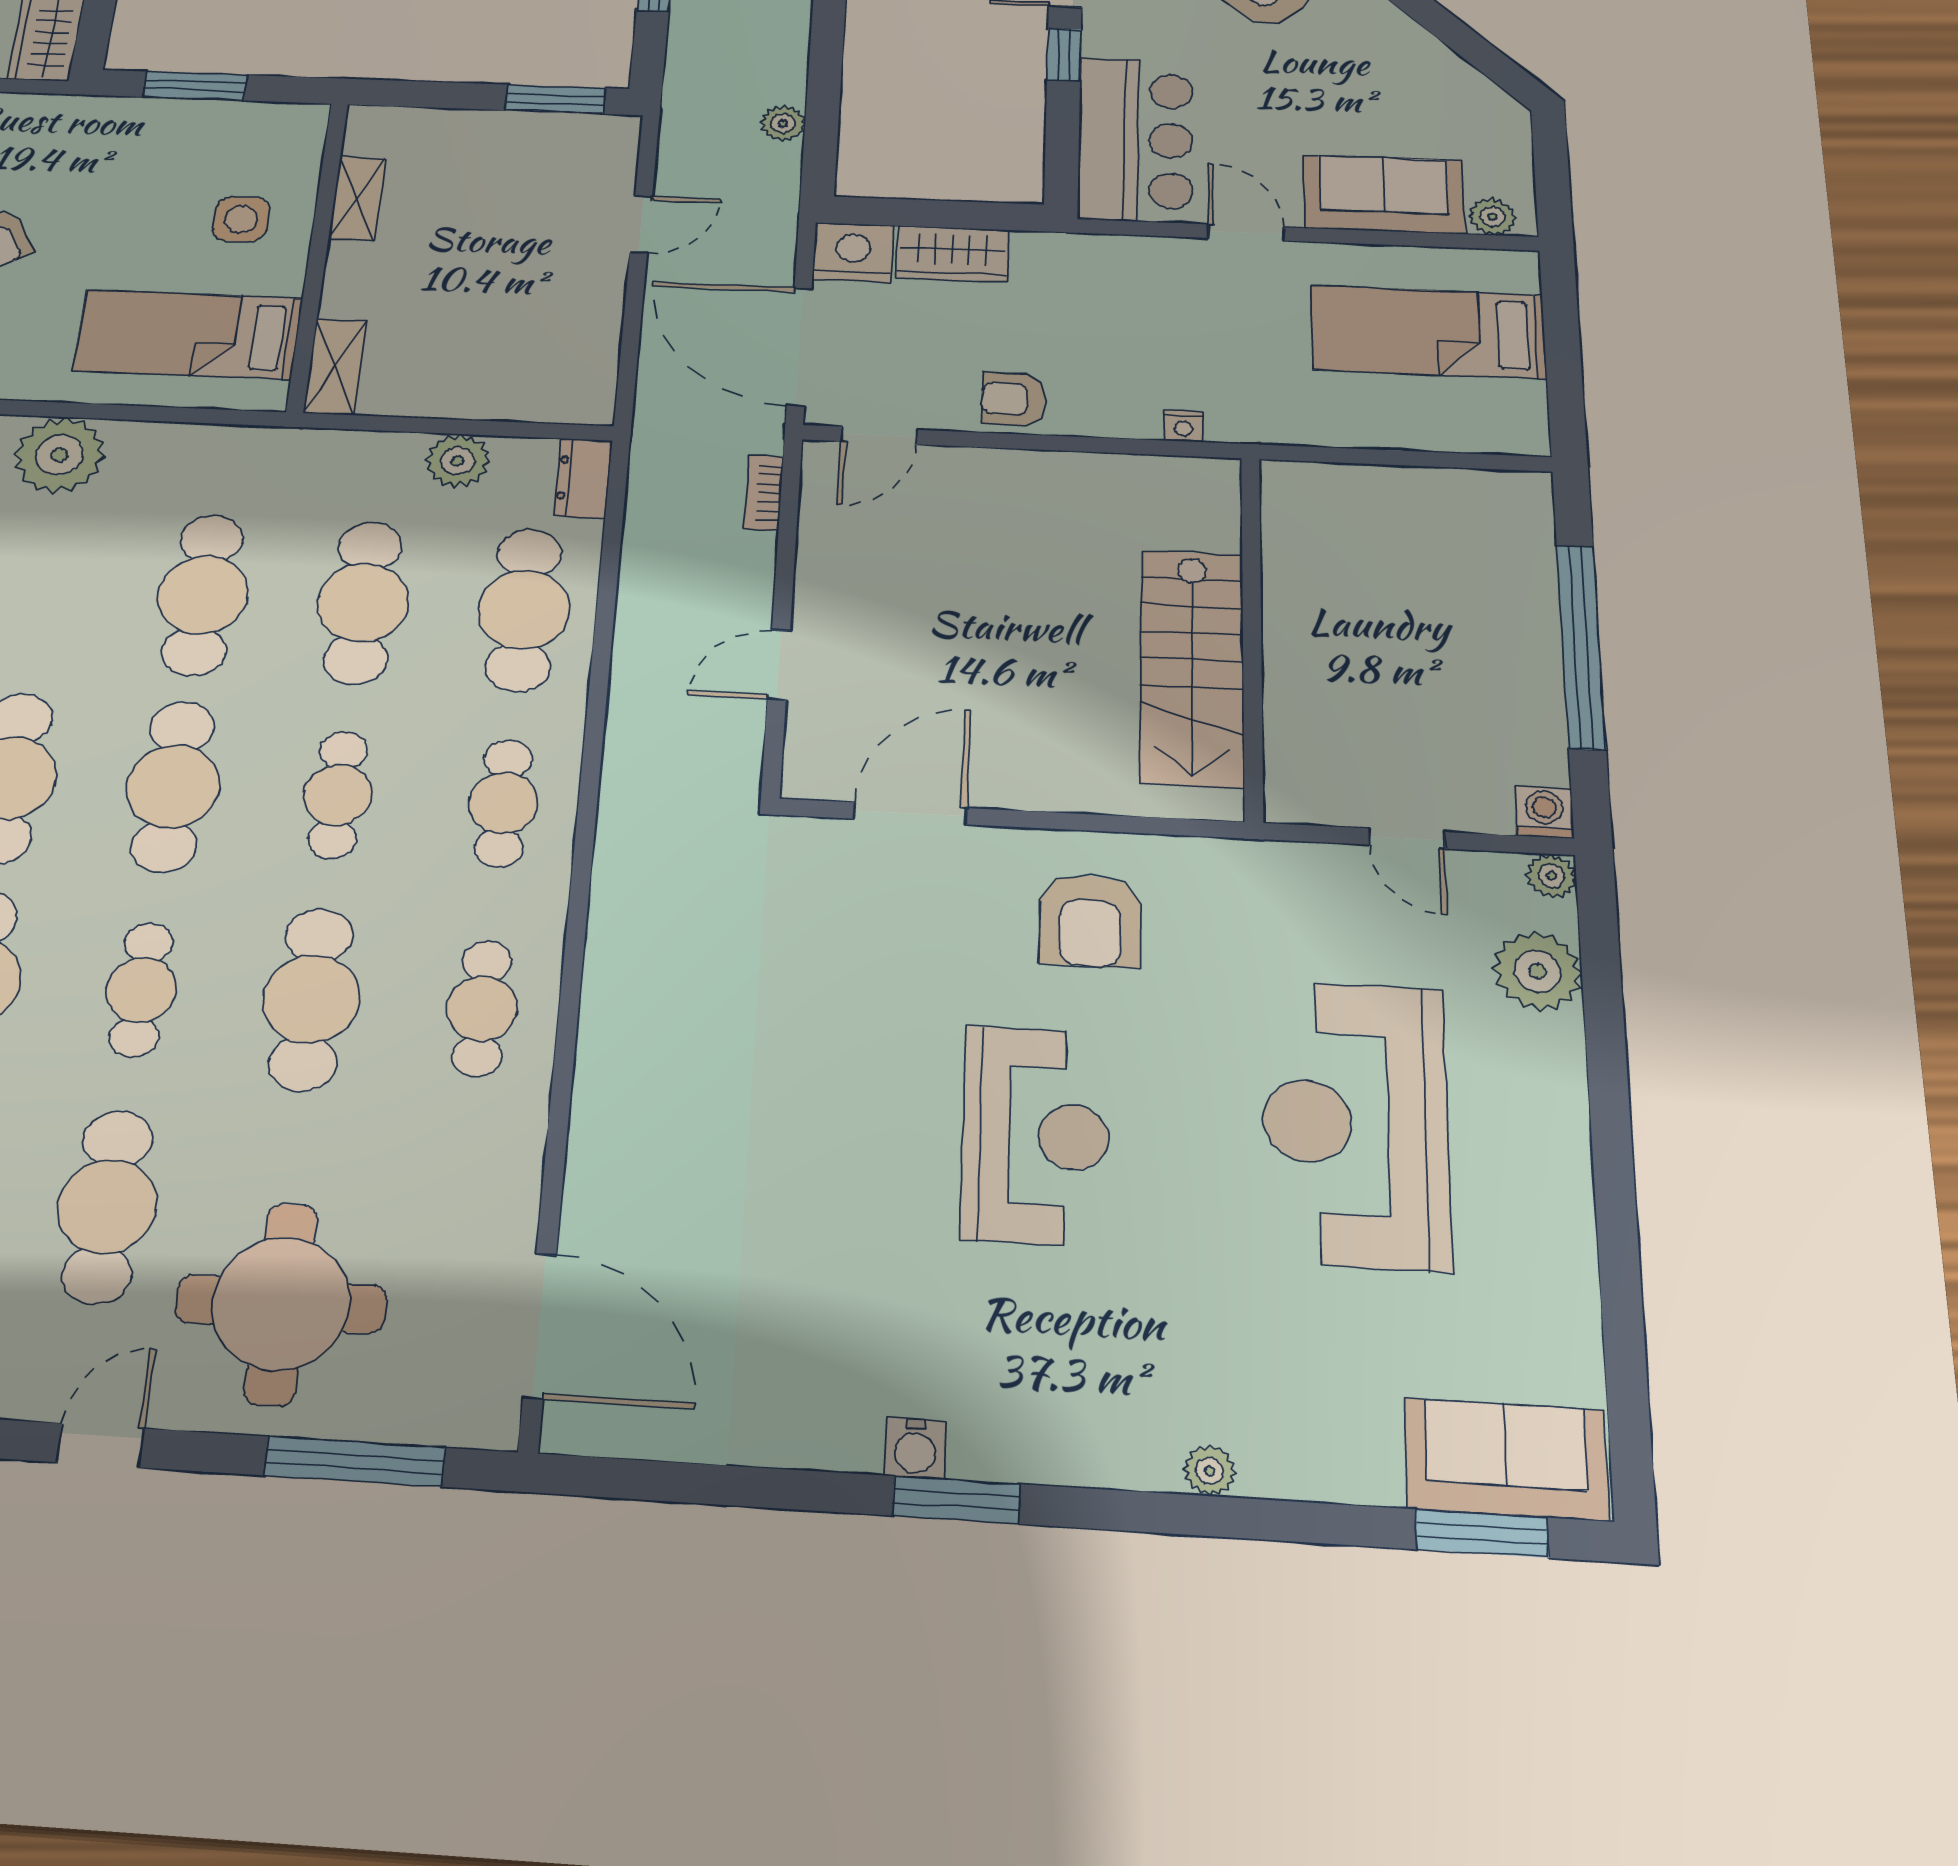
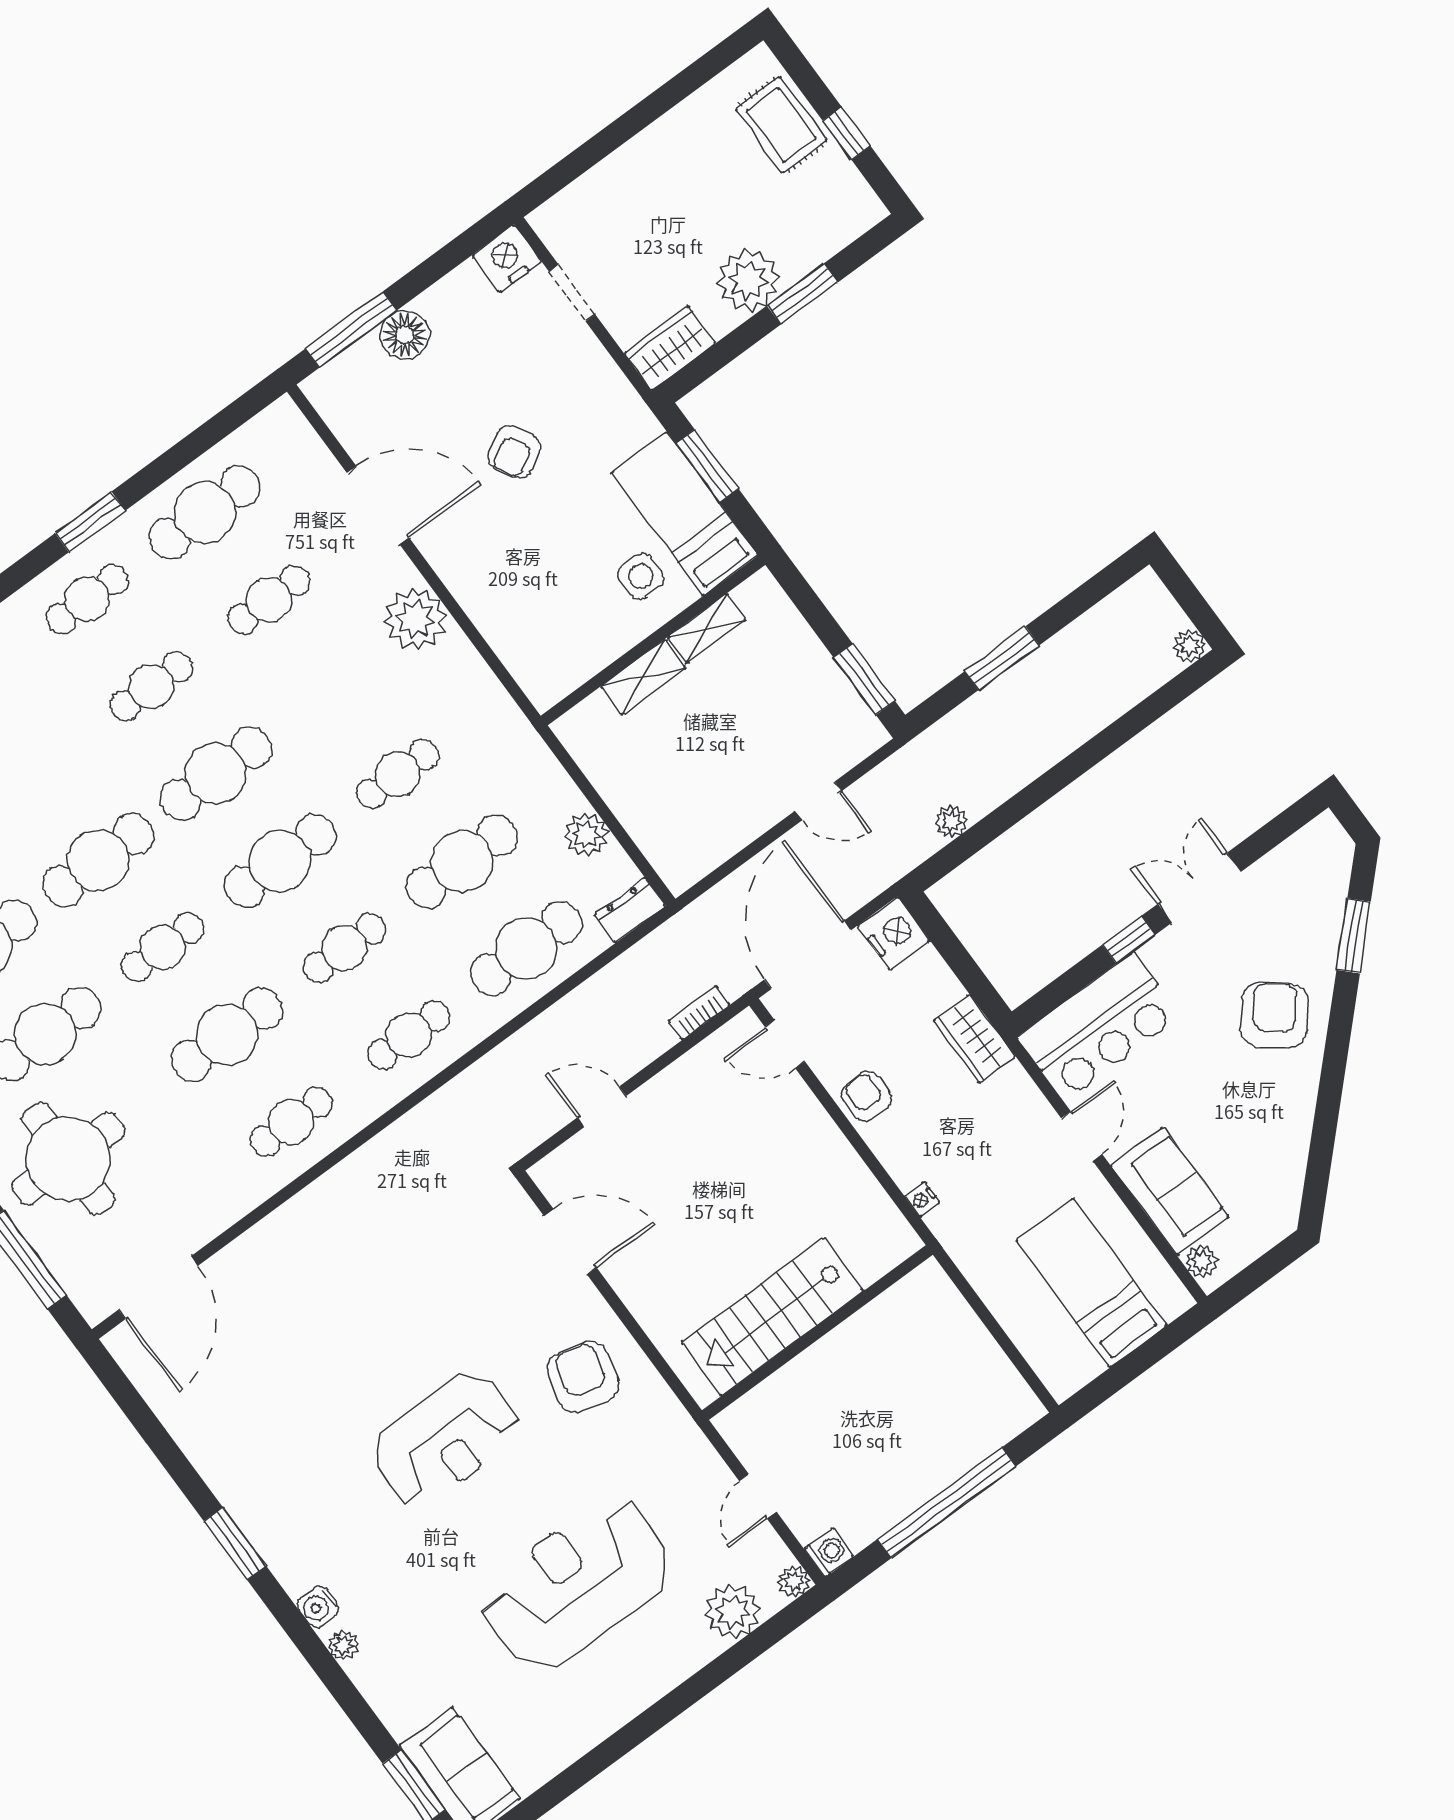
wardrobe: (952, 254) -> (974, 1039), moved
bed: (188, 334) -> (685, 514), moved
shelving: (335, 367) -> (643, 677), moved
cafe table: (203, 595) -> (398, 774), width x0.73, depth x0.74
armchair: (1090, 921) -> (583, 1377), turned 105
water cooler: (915, 1448) -> (318, 1607), moved

